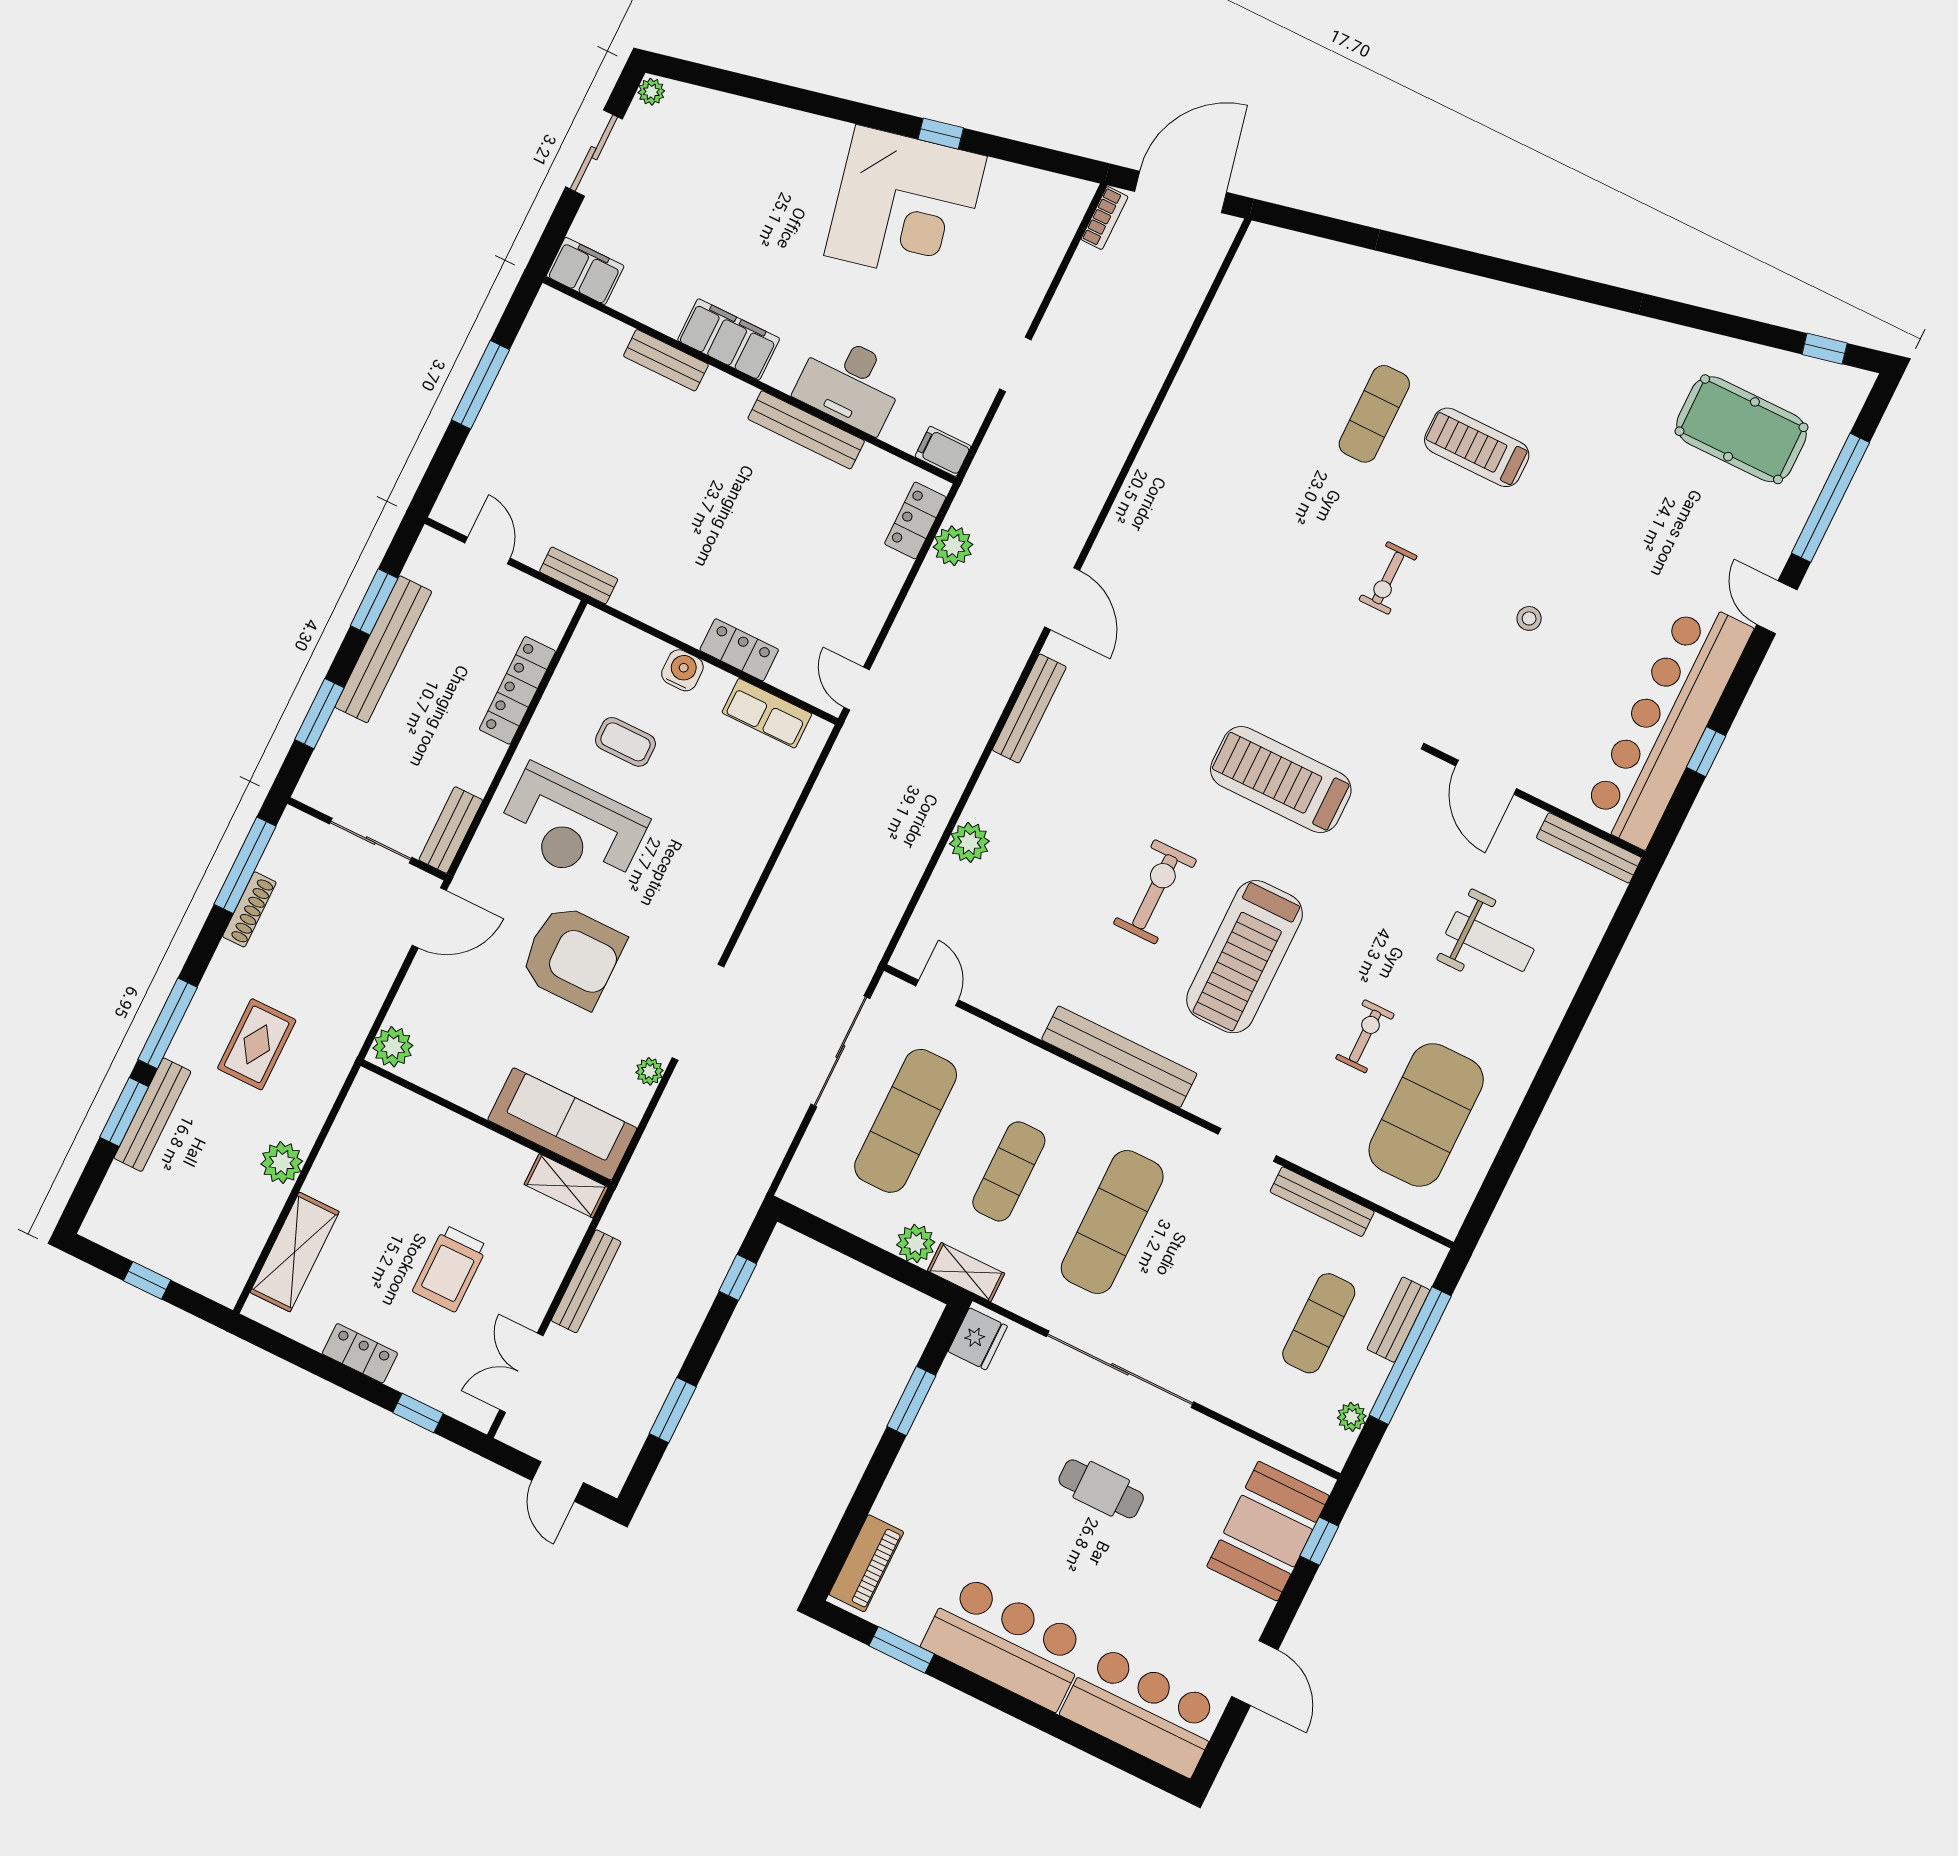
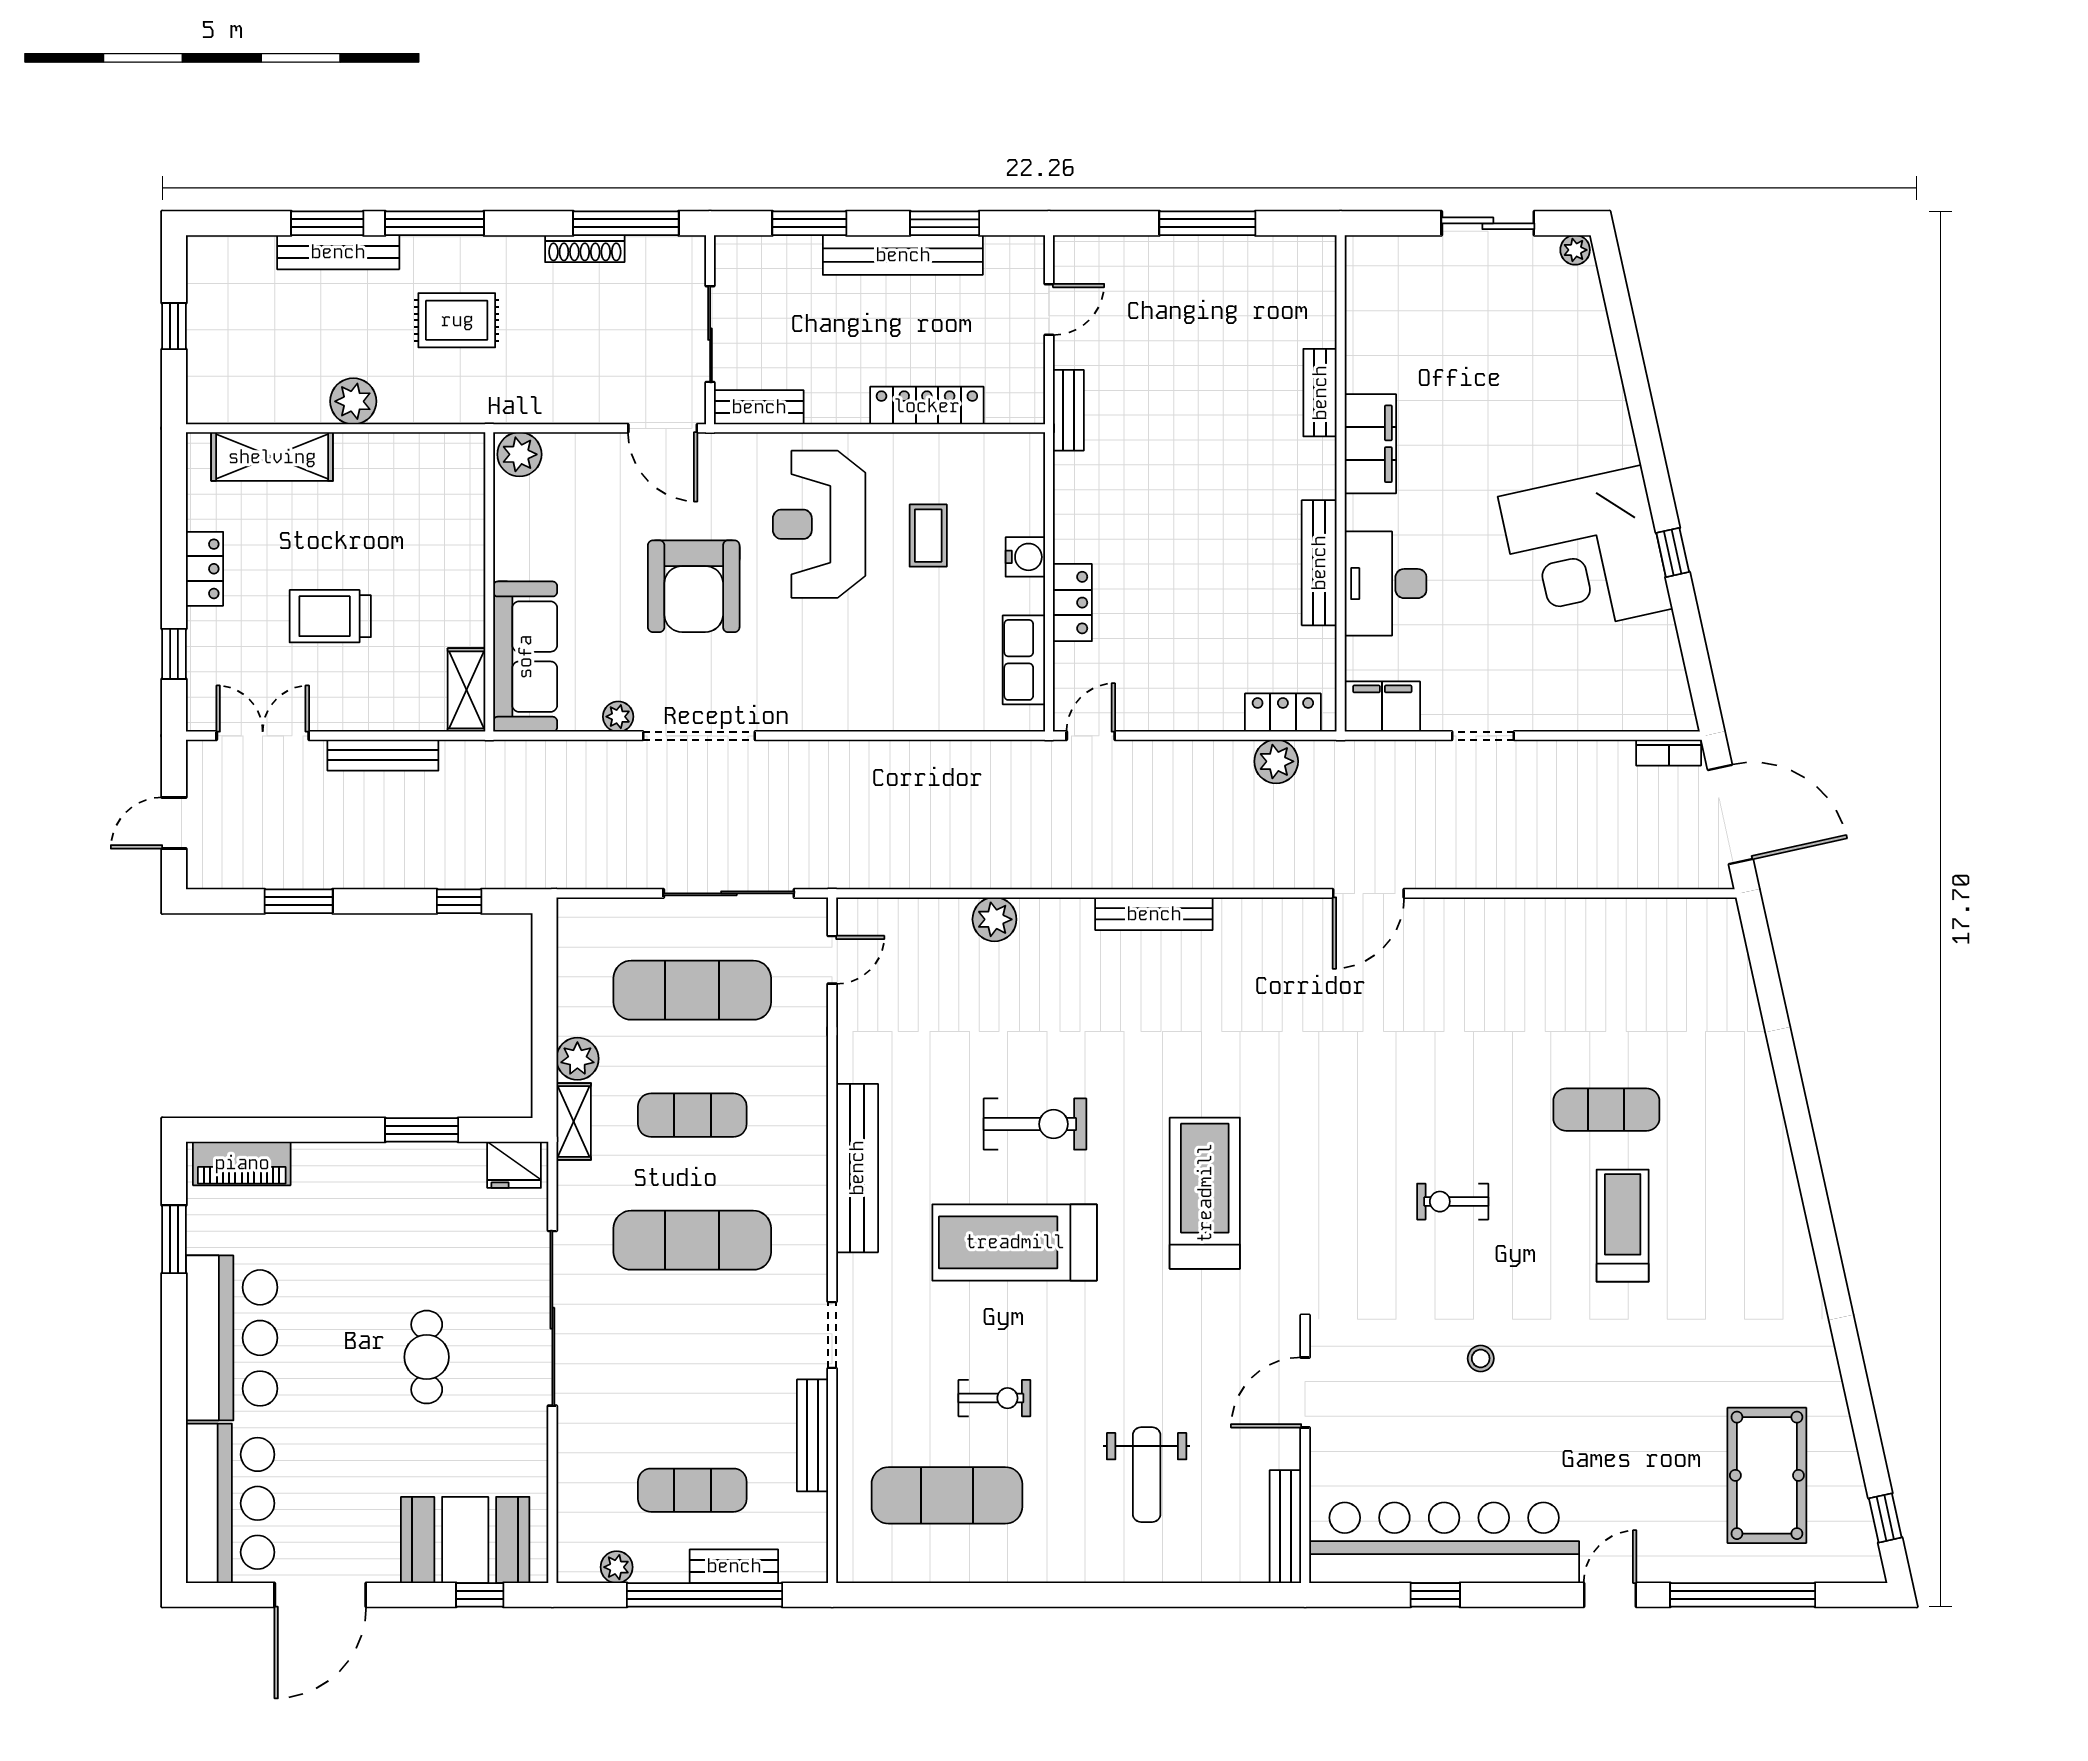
filing cabinet: (585, 271) -> (1369, 271), removed
filing cabinet: (943, 451) -> (1382, 707), width x2.00
door: (1062, 599) -> (1368, 893), moved
exercise mat: (1426, 1115) -> (947, 1495), width x0.68
door: (1255, 1673) -> (320, 1595), width x1.36

